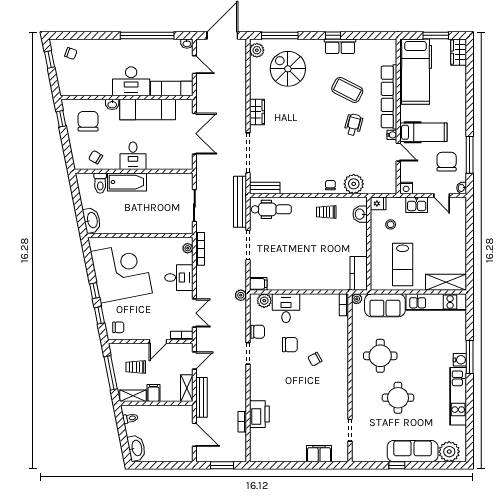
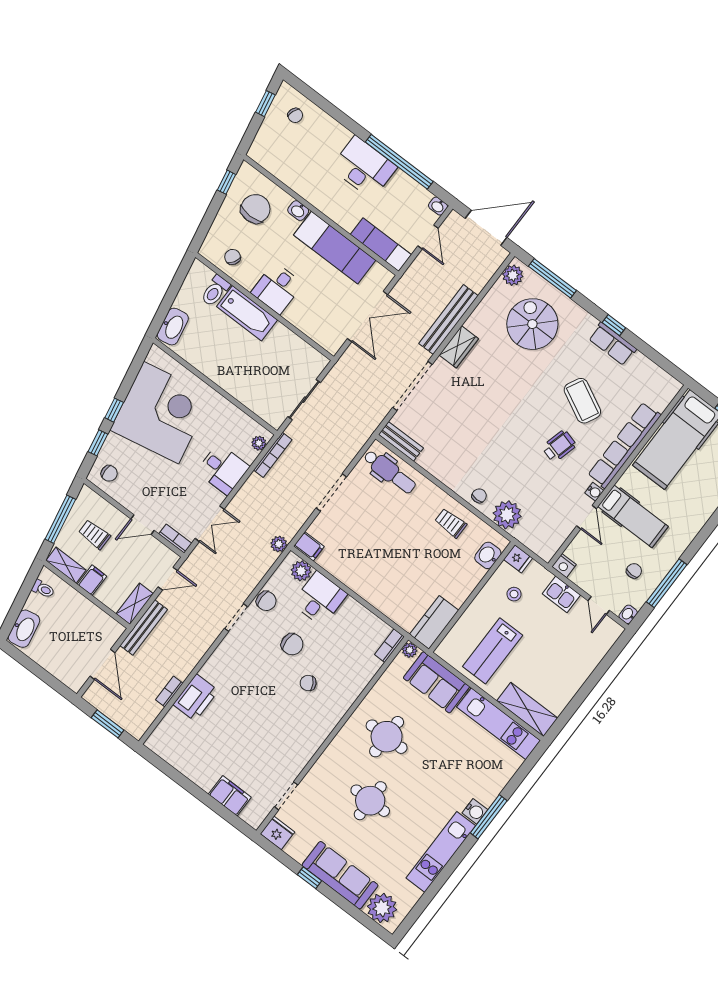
desk: (131, 81) -> (364, 167), moved, turned 180
chair: (447, 162) -> (634, 571), width x0.54, depth x0.54
bench: (240, 202) -> (448, 320), moved
fridge: (361, 454) -> (278, 833), added

